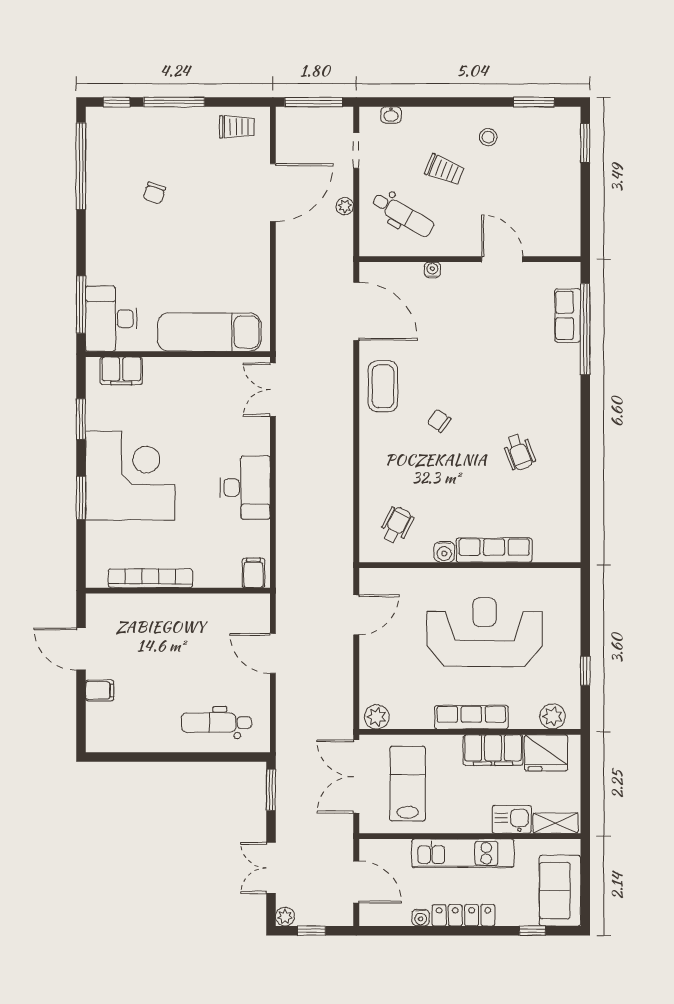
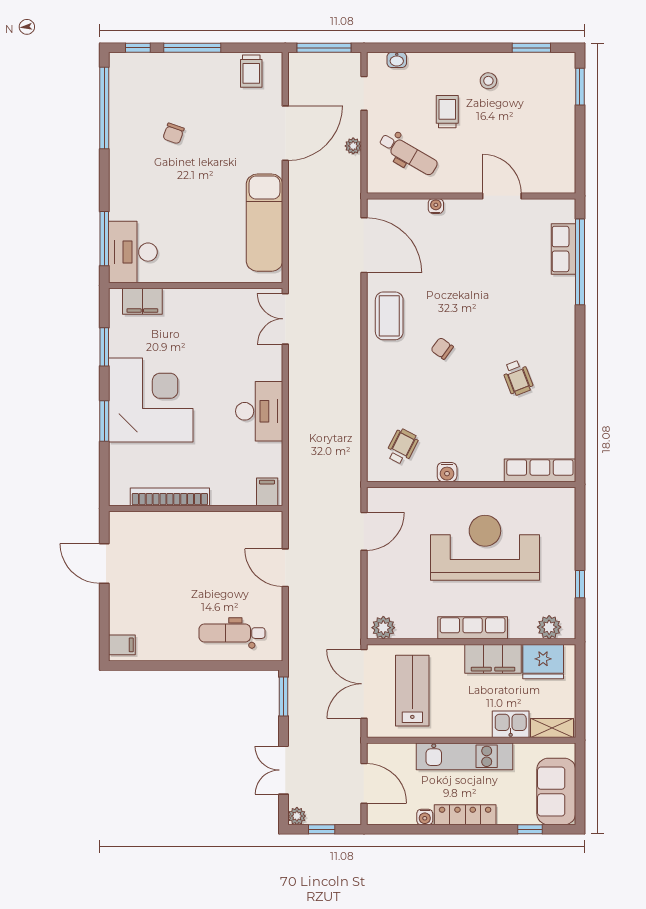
trolley: (237, 127) -> (251, 71), turned 90
trolley: (444, 170) -> (447, 112), turned -112
exam couch: (209, 332) -> (264, 223), moved, turned -90
row of seats: (494, 550) -> (540, 470), moved
filing cabinet: (100, 690) -> (122, 645), moved

